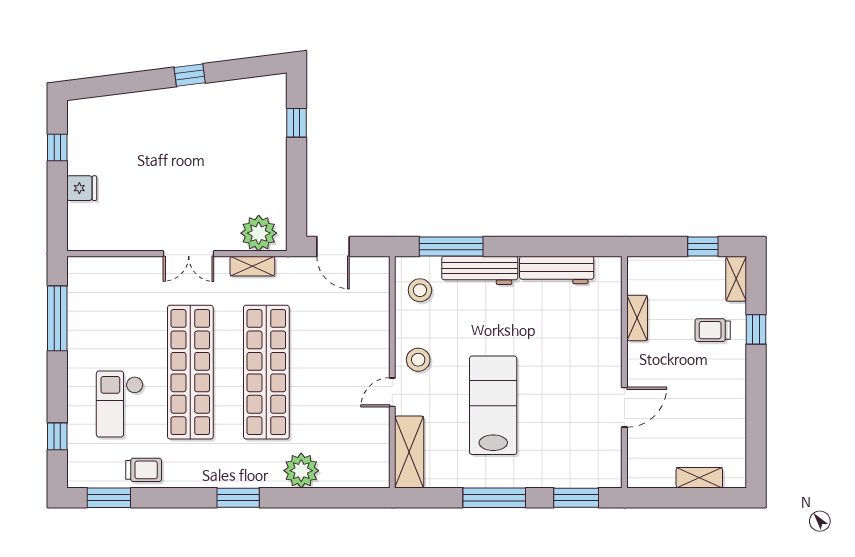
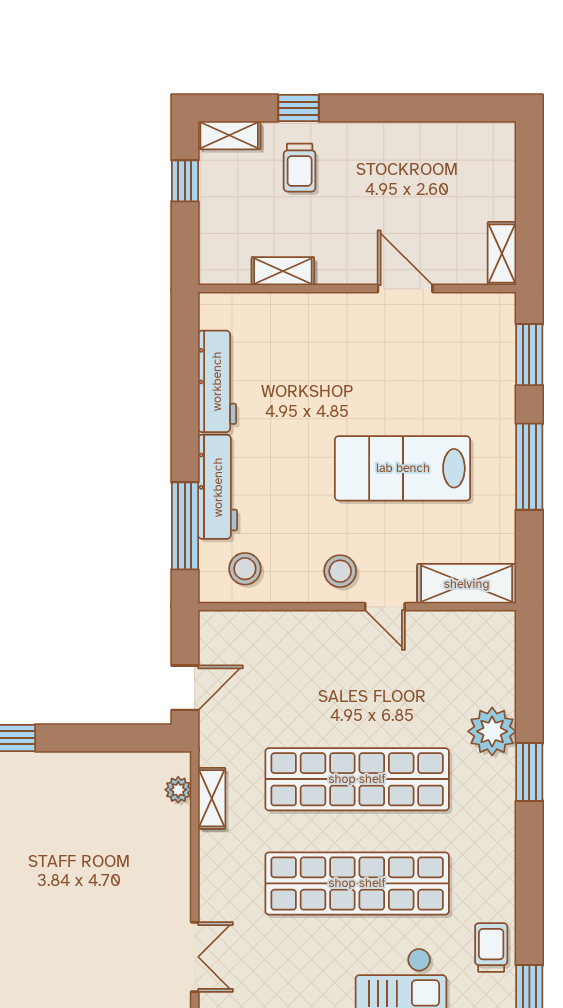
plant: (259, 233) -> (178, 790), width x0.53, depth x0.53
double door: (189, 254) -> (195, 957), moved
shelving: (699, 478) -> (502, 254), moved
window: (238, 498) -> (529, 772), moved

